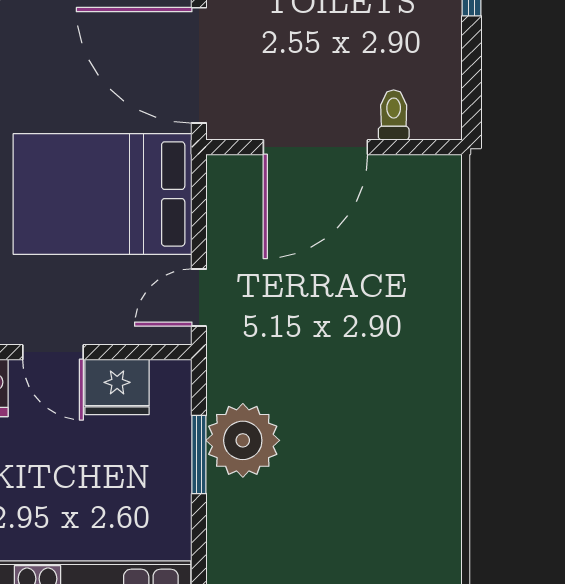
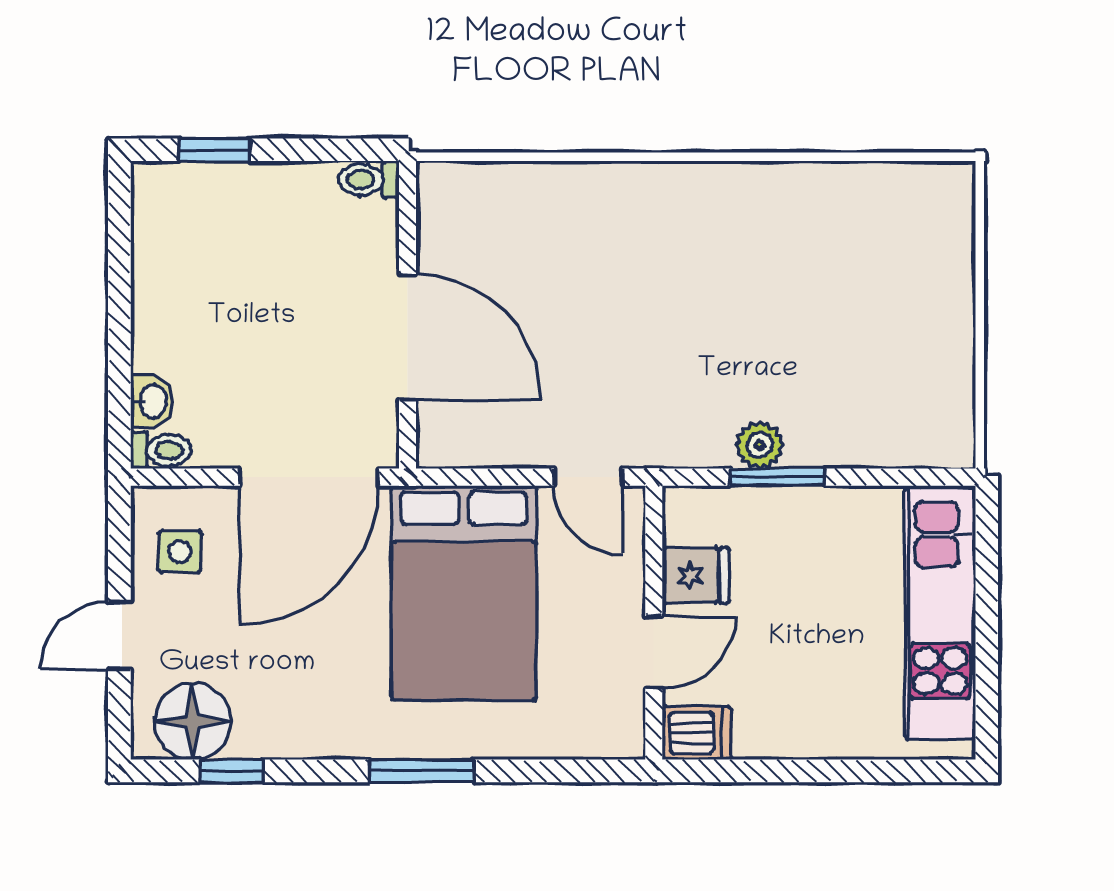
toilet: (394, 115) -> (369, 179), moved
fridge: (117, 387) -> (695, 575), width x0.72
plant: (243, 440) -> (760, 445), width x0.53, depth x0.53

